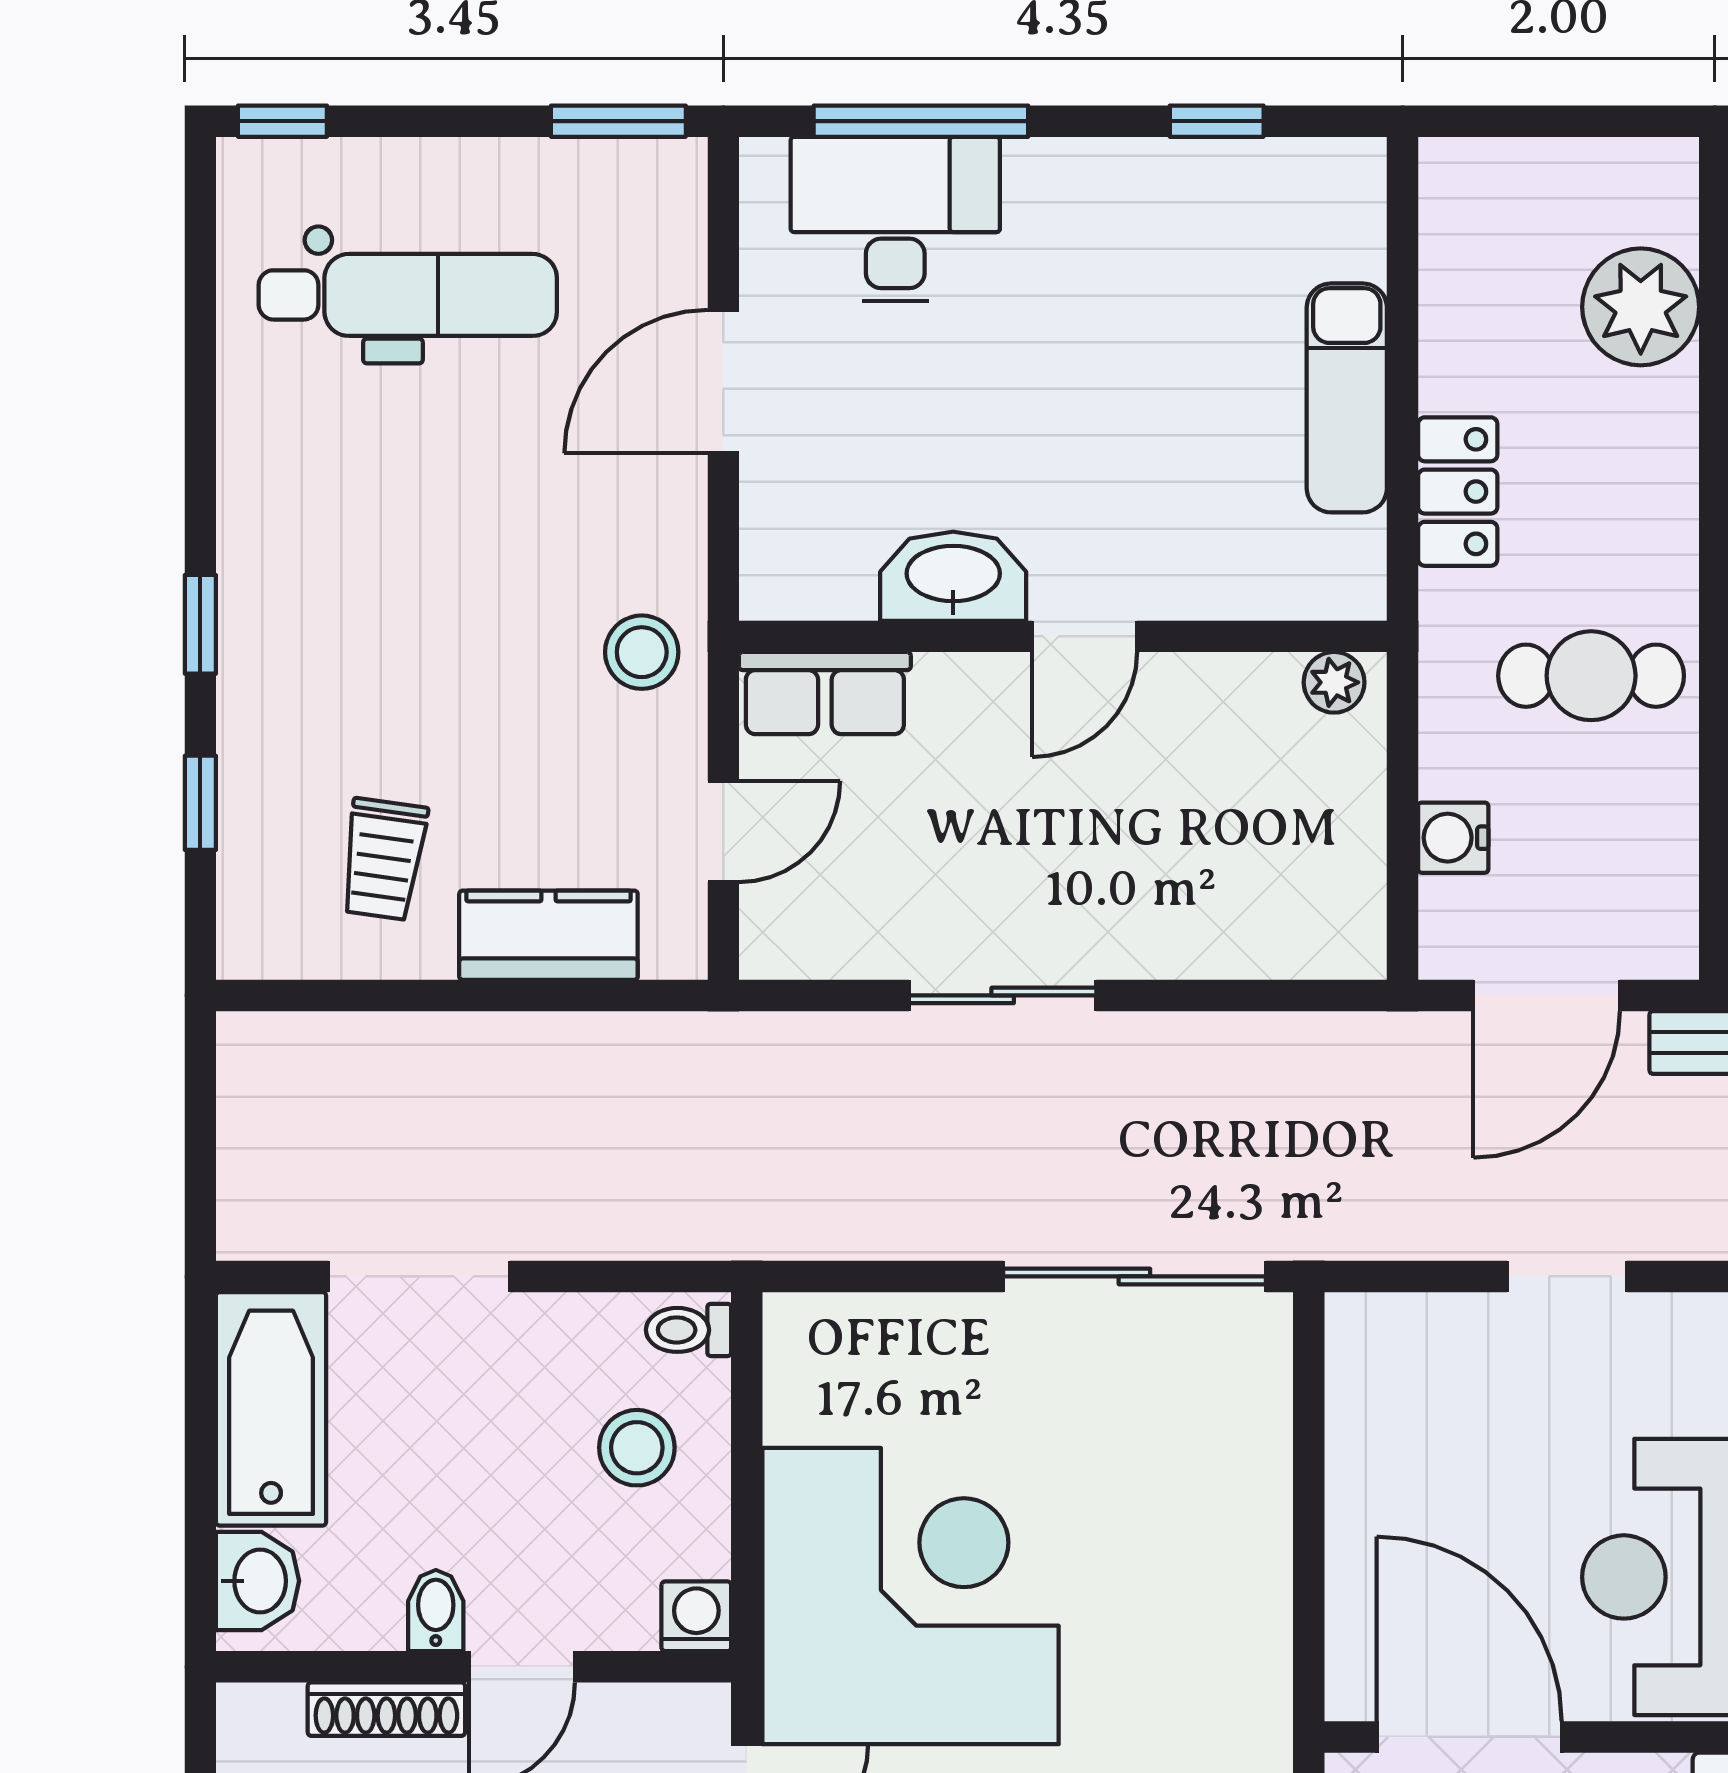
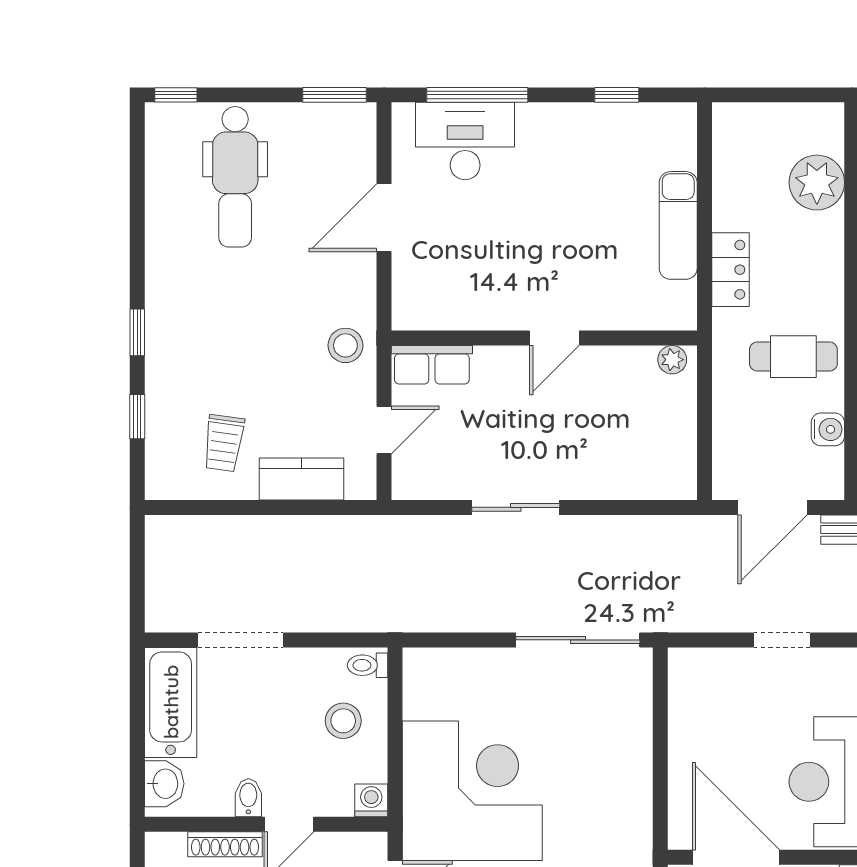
dental chair: (408, 295) -> (235, 177), turned 90
washbasin: (953, 576) -> (492, 310), removed
water cooler: (1453, 838) -> (828, 429), moved, turned 180

